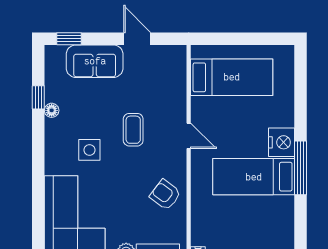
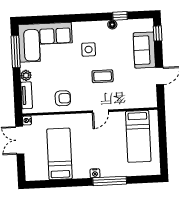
nightstand: (281, 142) -> (95, 173), width x0.53, depth x0.56
window: (300, 168) -> (110, 181), moved
bed: (254, 177) -> (59, 154), moved
armchair: (165, 195) -> (63, 98), turned 53

